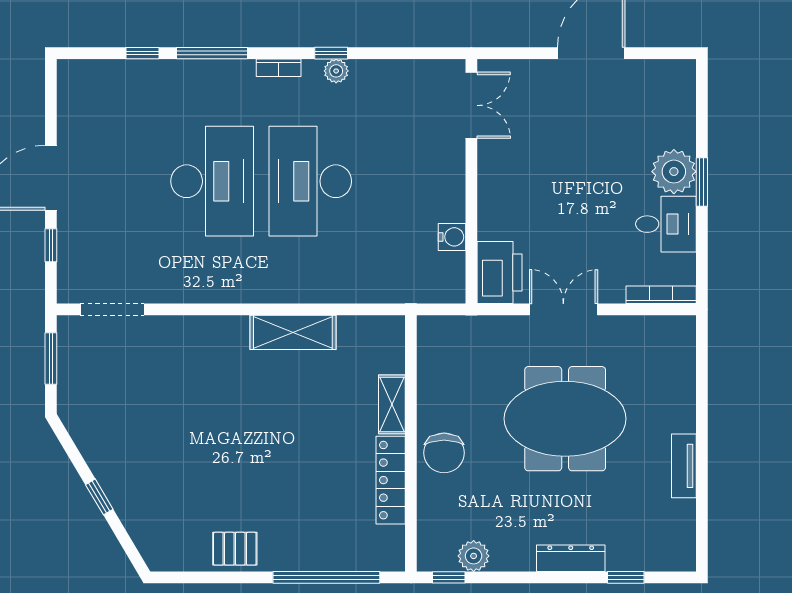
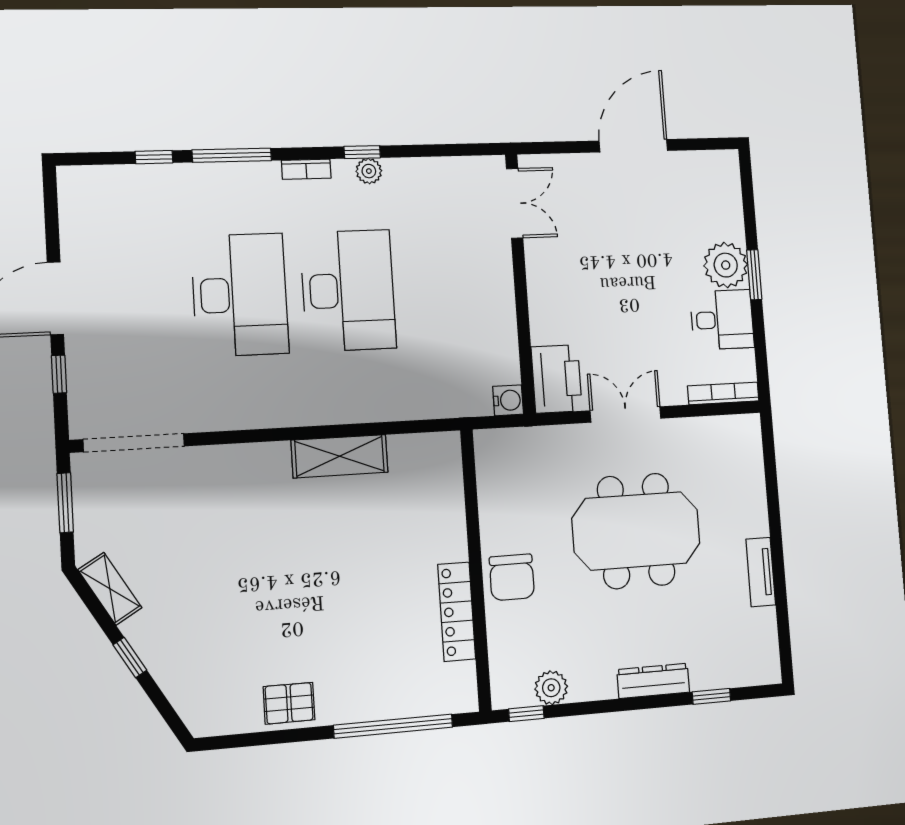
desk: (310, 181) -> (348, 290), turned 180
water cooler: (452, 237) -> (508, 400), moved
doorway: (112, 309) -> (134, 443), width x1.36
shelving: (392, 404) -> (110, 589), moved, turned -31

